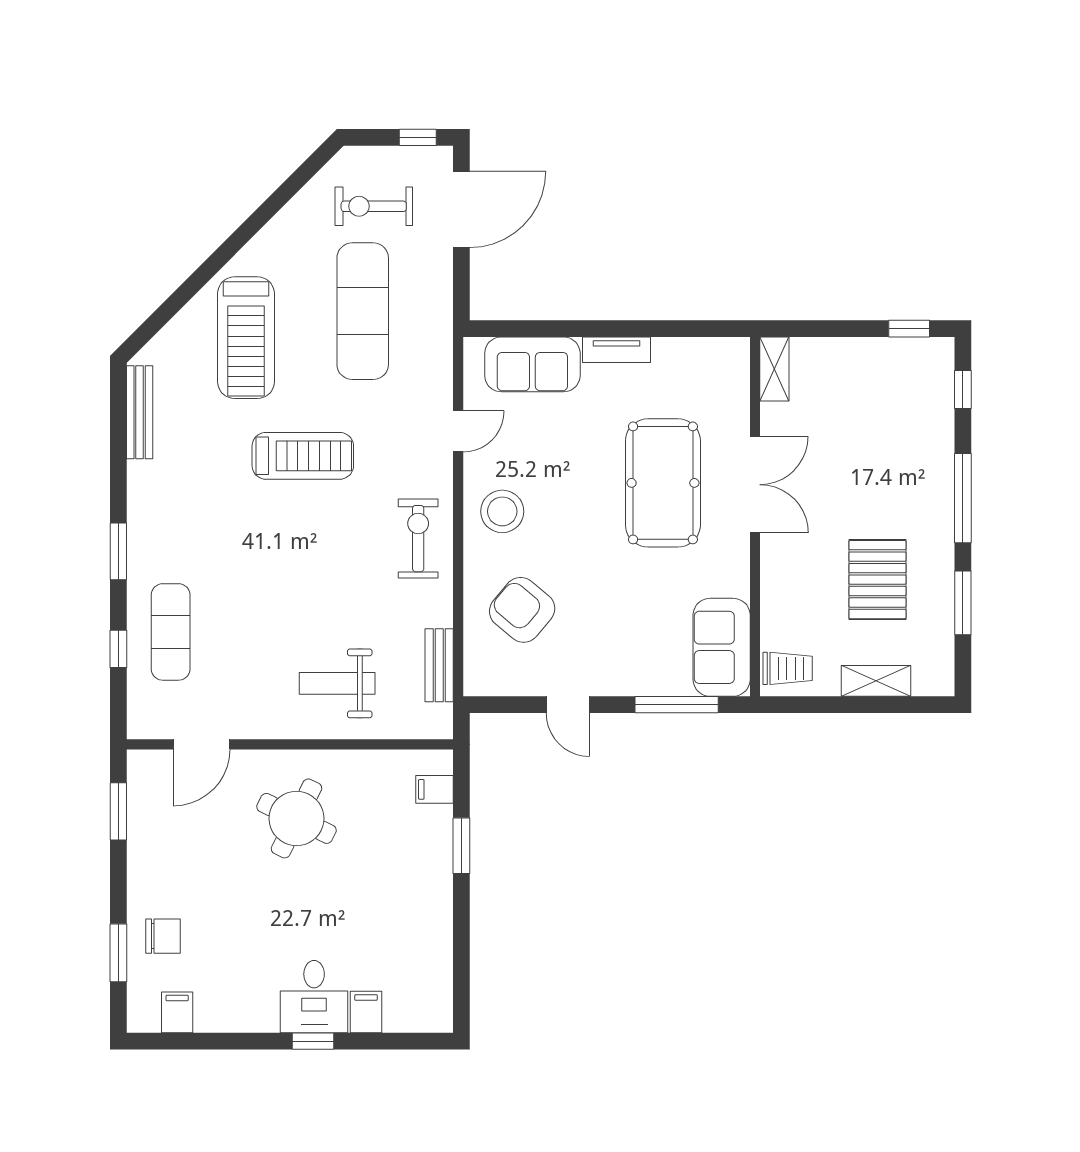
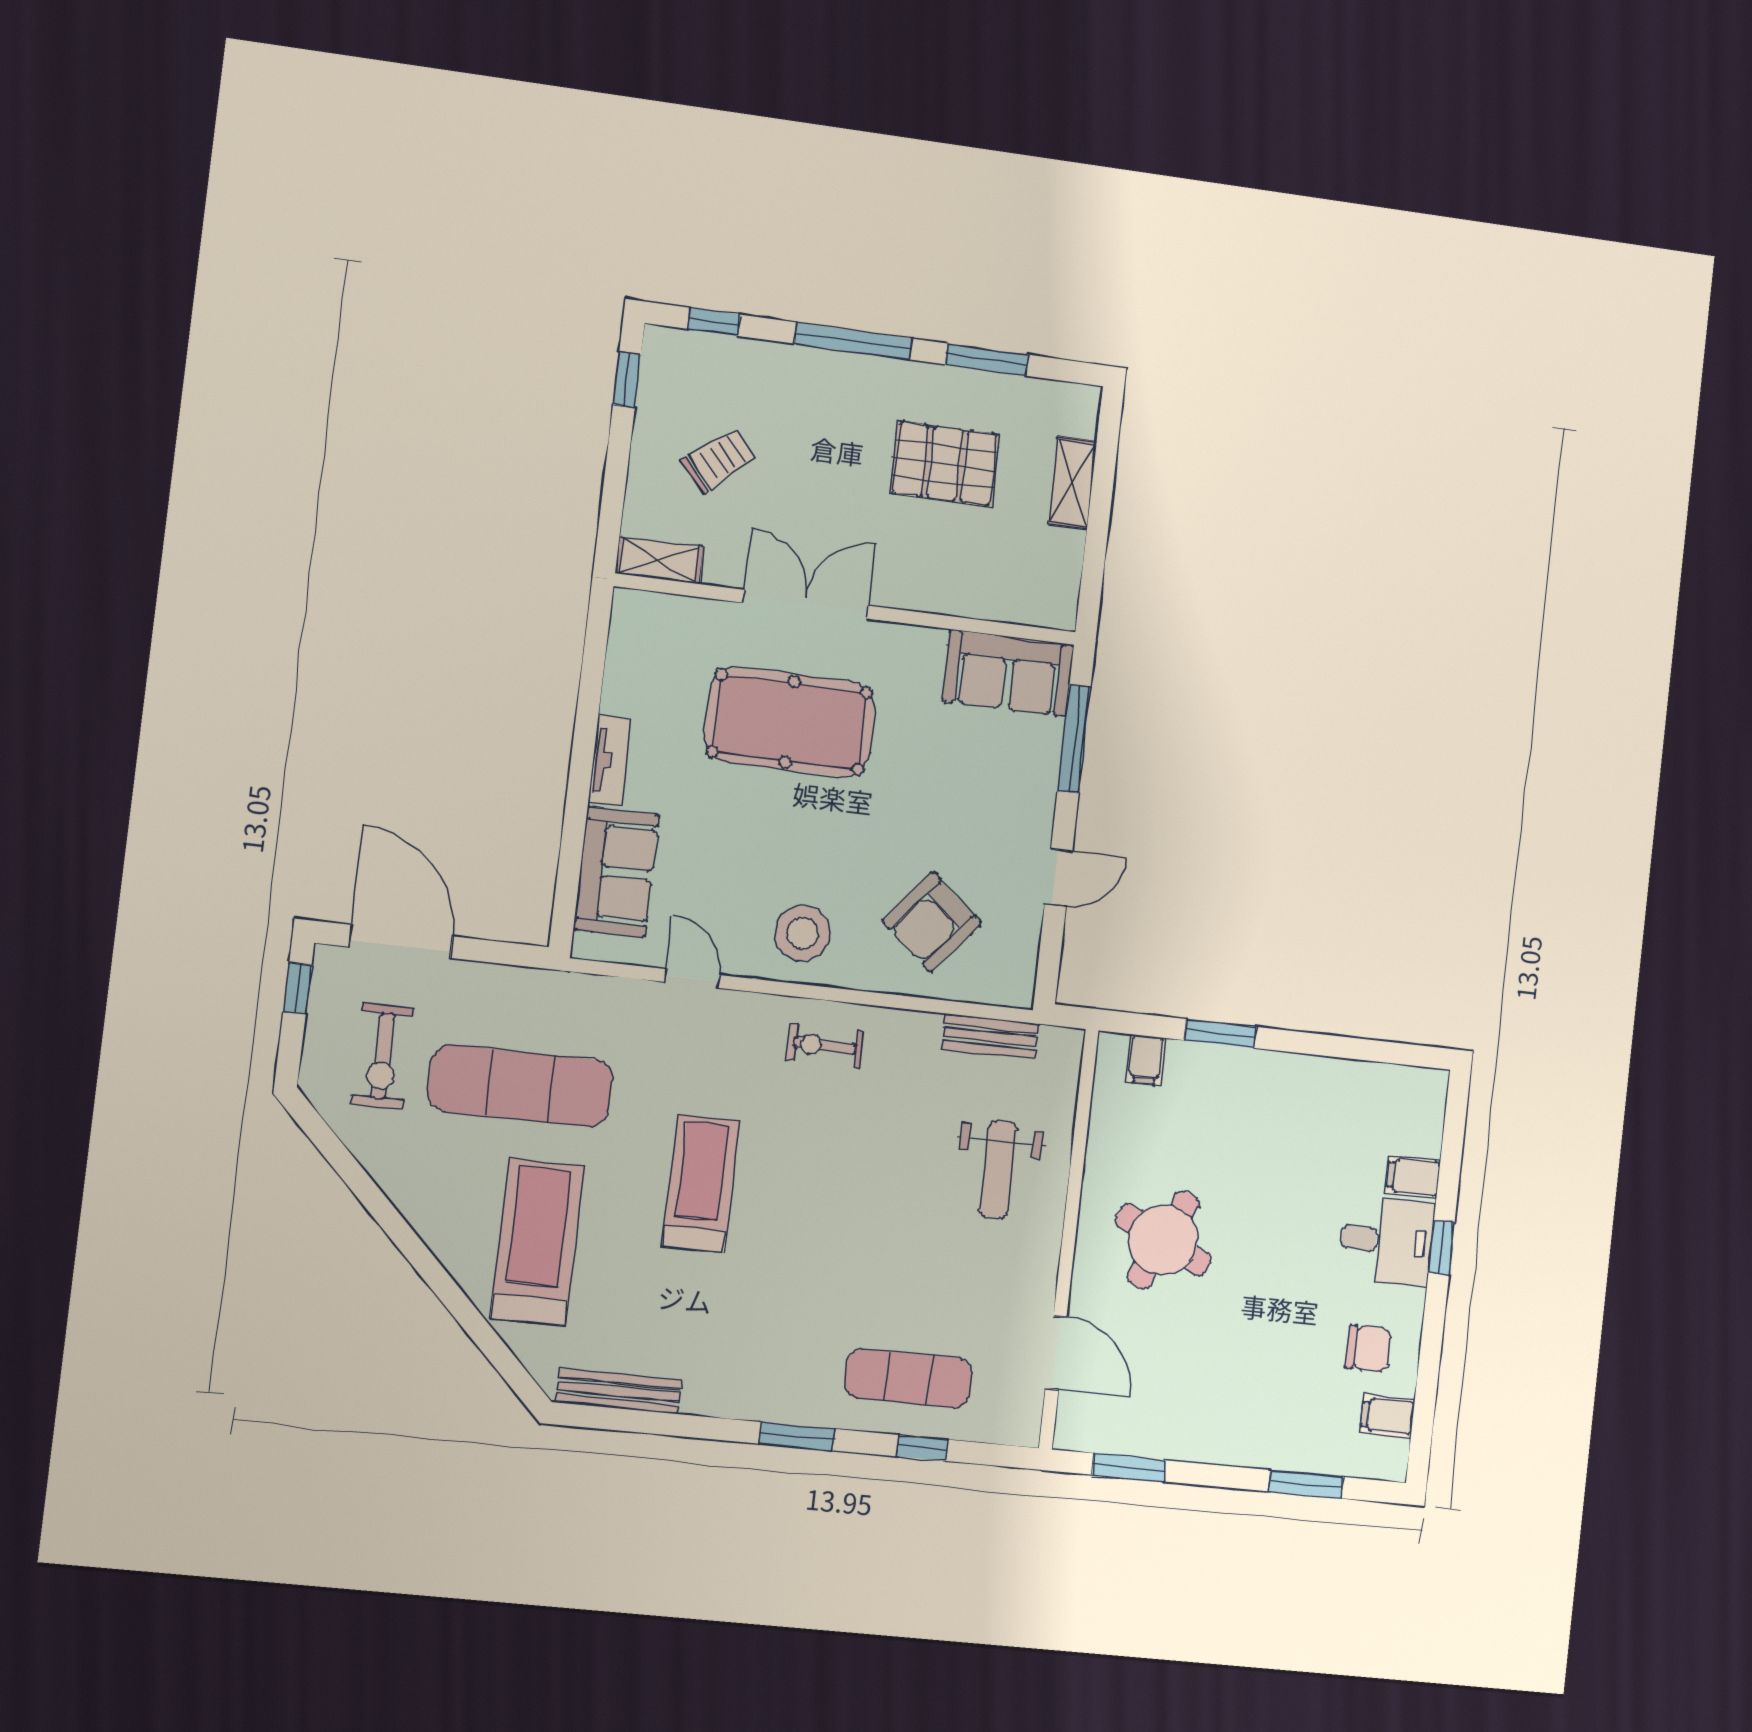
treadmill: (246, 338) -> (537, 1242), turned -90
exercise bike: (418, 539) -> (825, 1046), width x0.73, depth x0.72
trolley: (788, 668) -> (719, 460), moved, turned 50
chair: (163, 936) -> (1368, 1348), moved, turned 90

